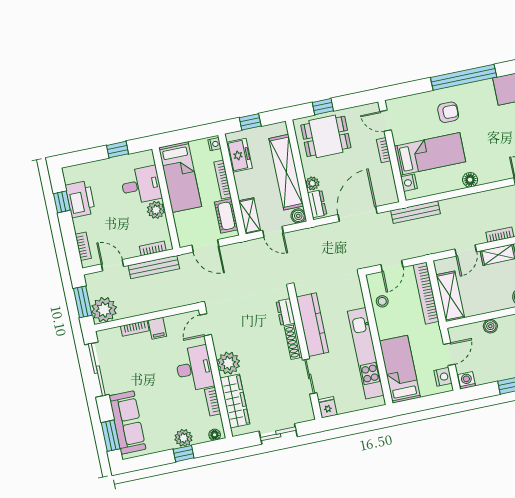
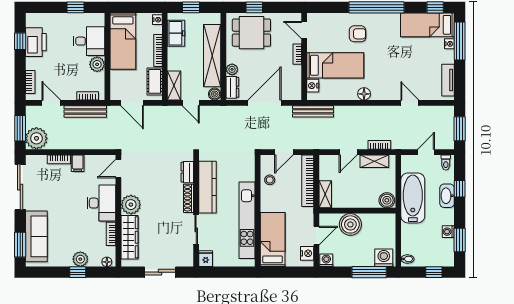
shelving: (450, 296) -> (325, 194), width x0.67, depth x0.75
boiler: (490, 326) -> (350, 224), width x1.86, depth x1.86

